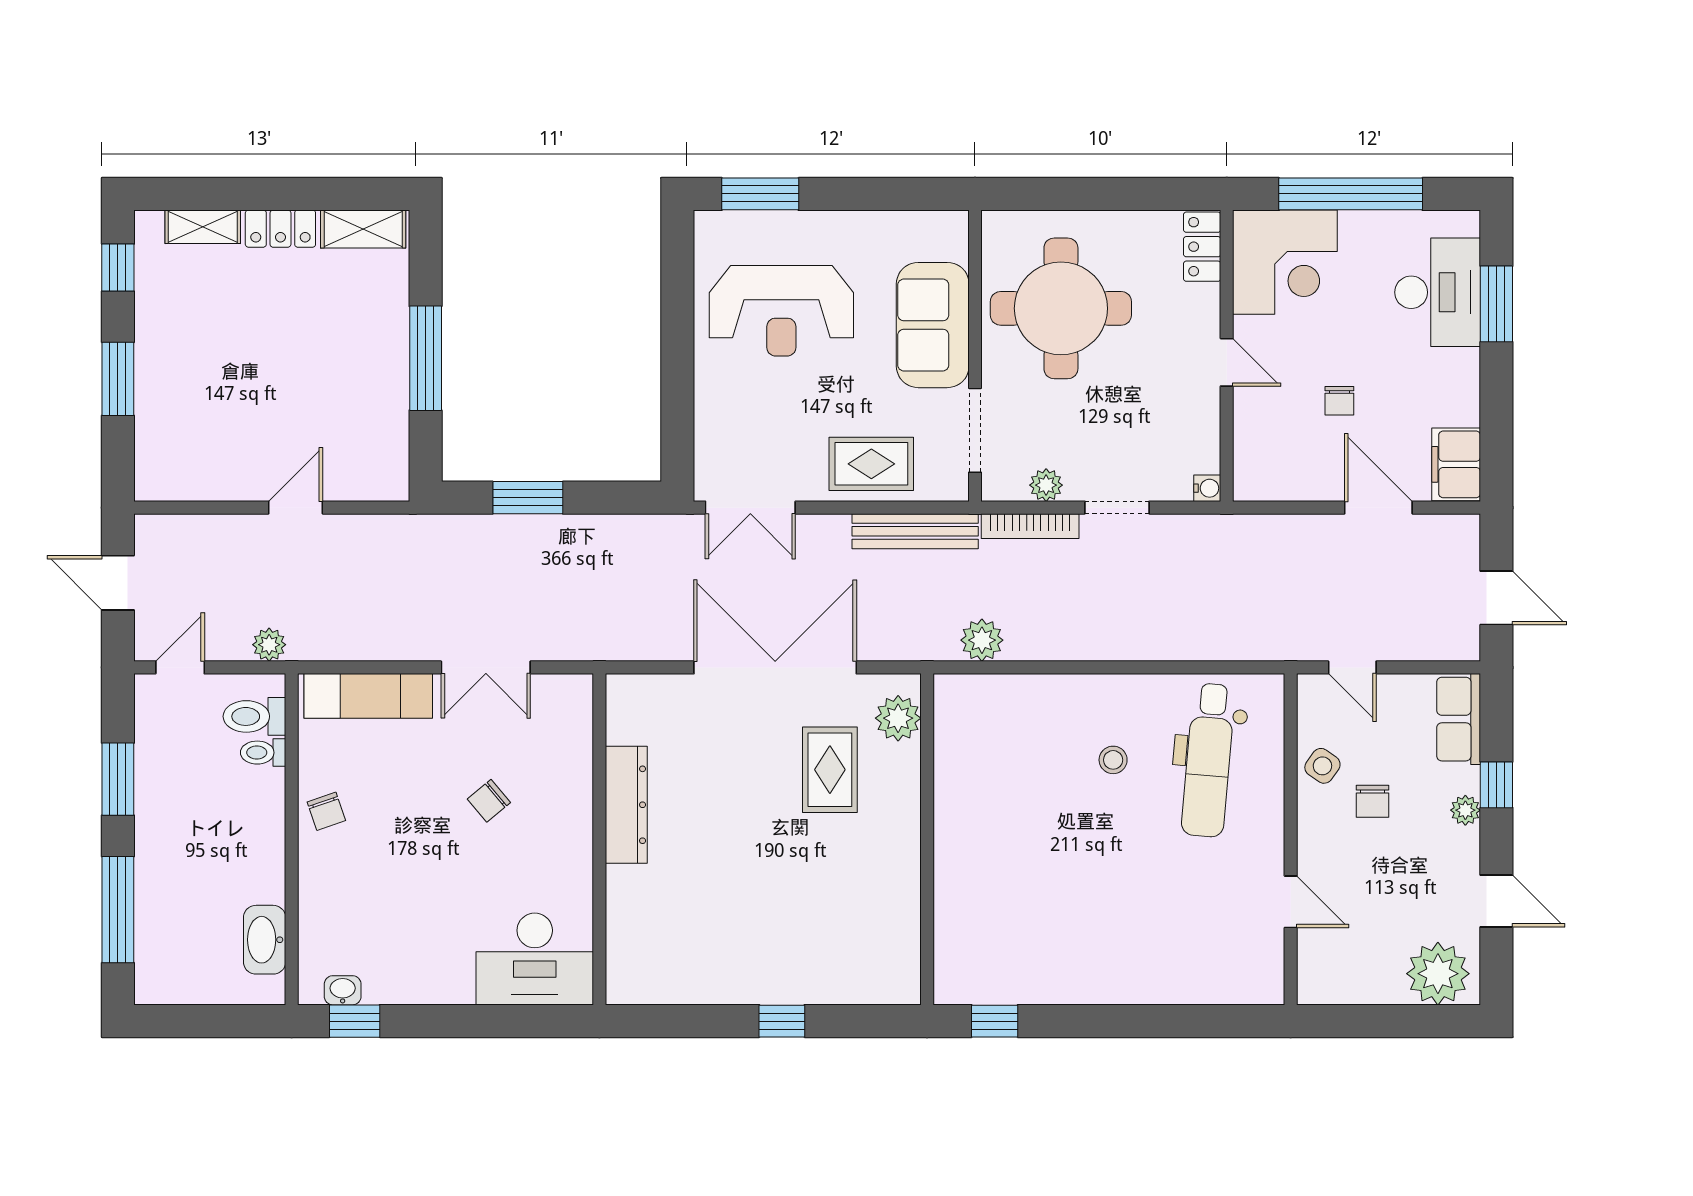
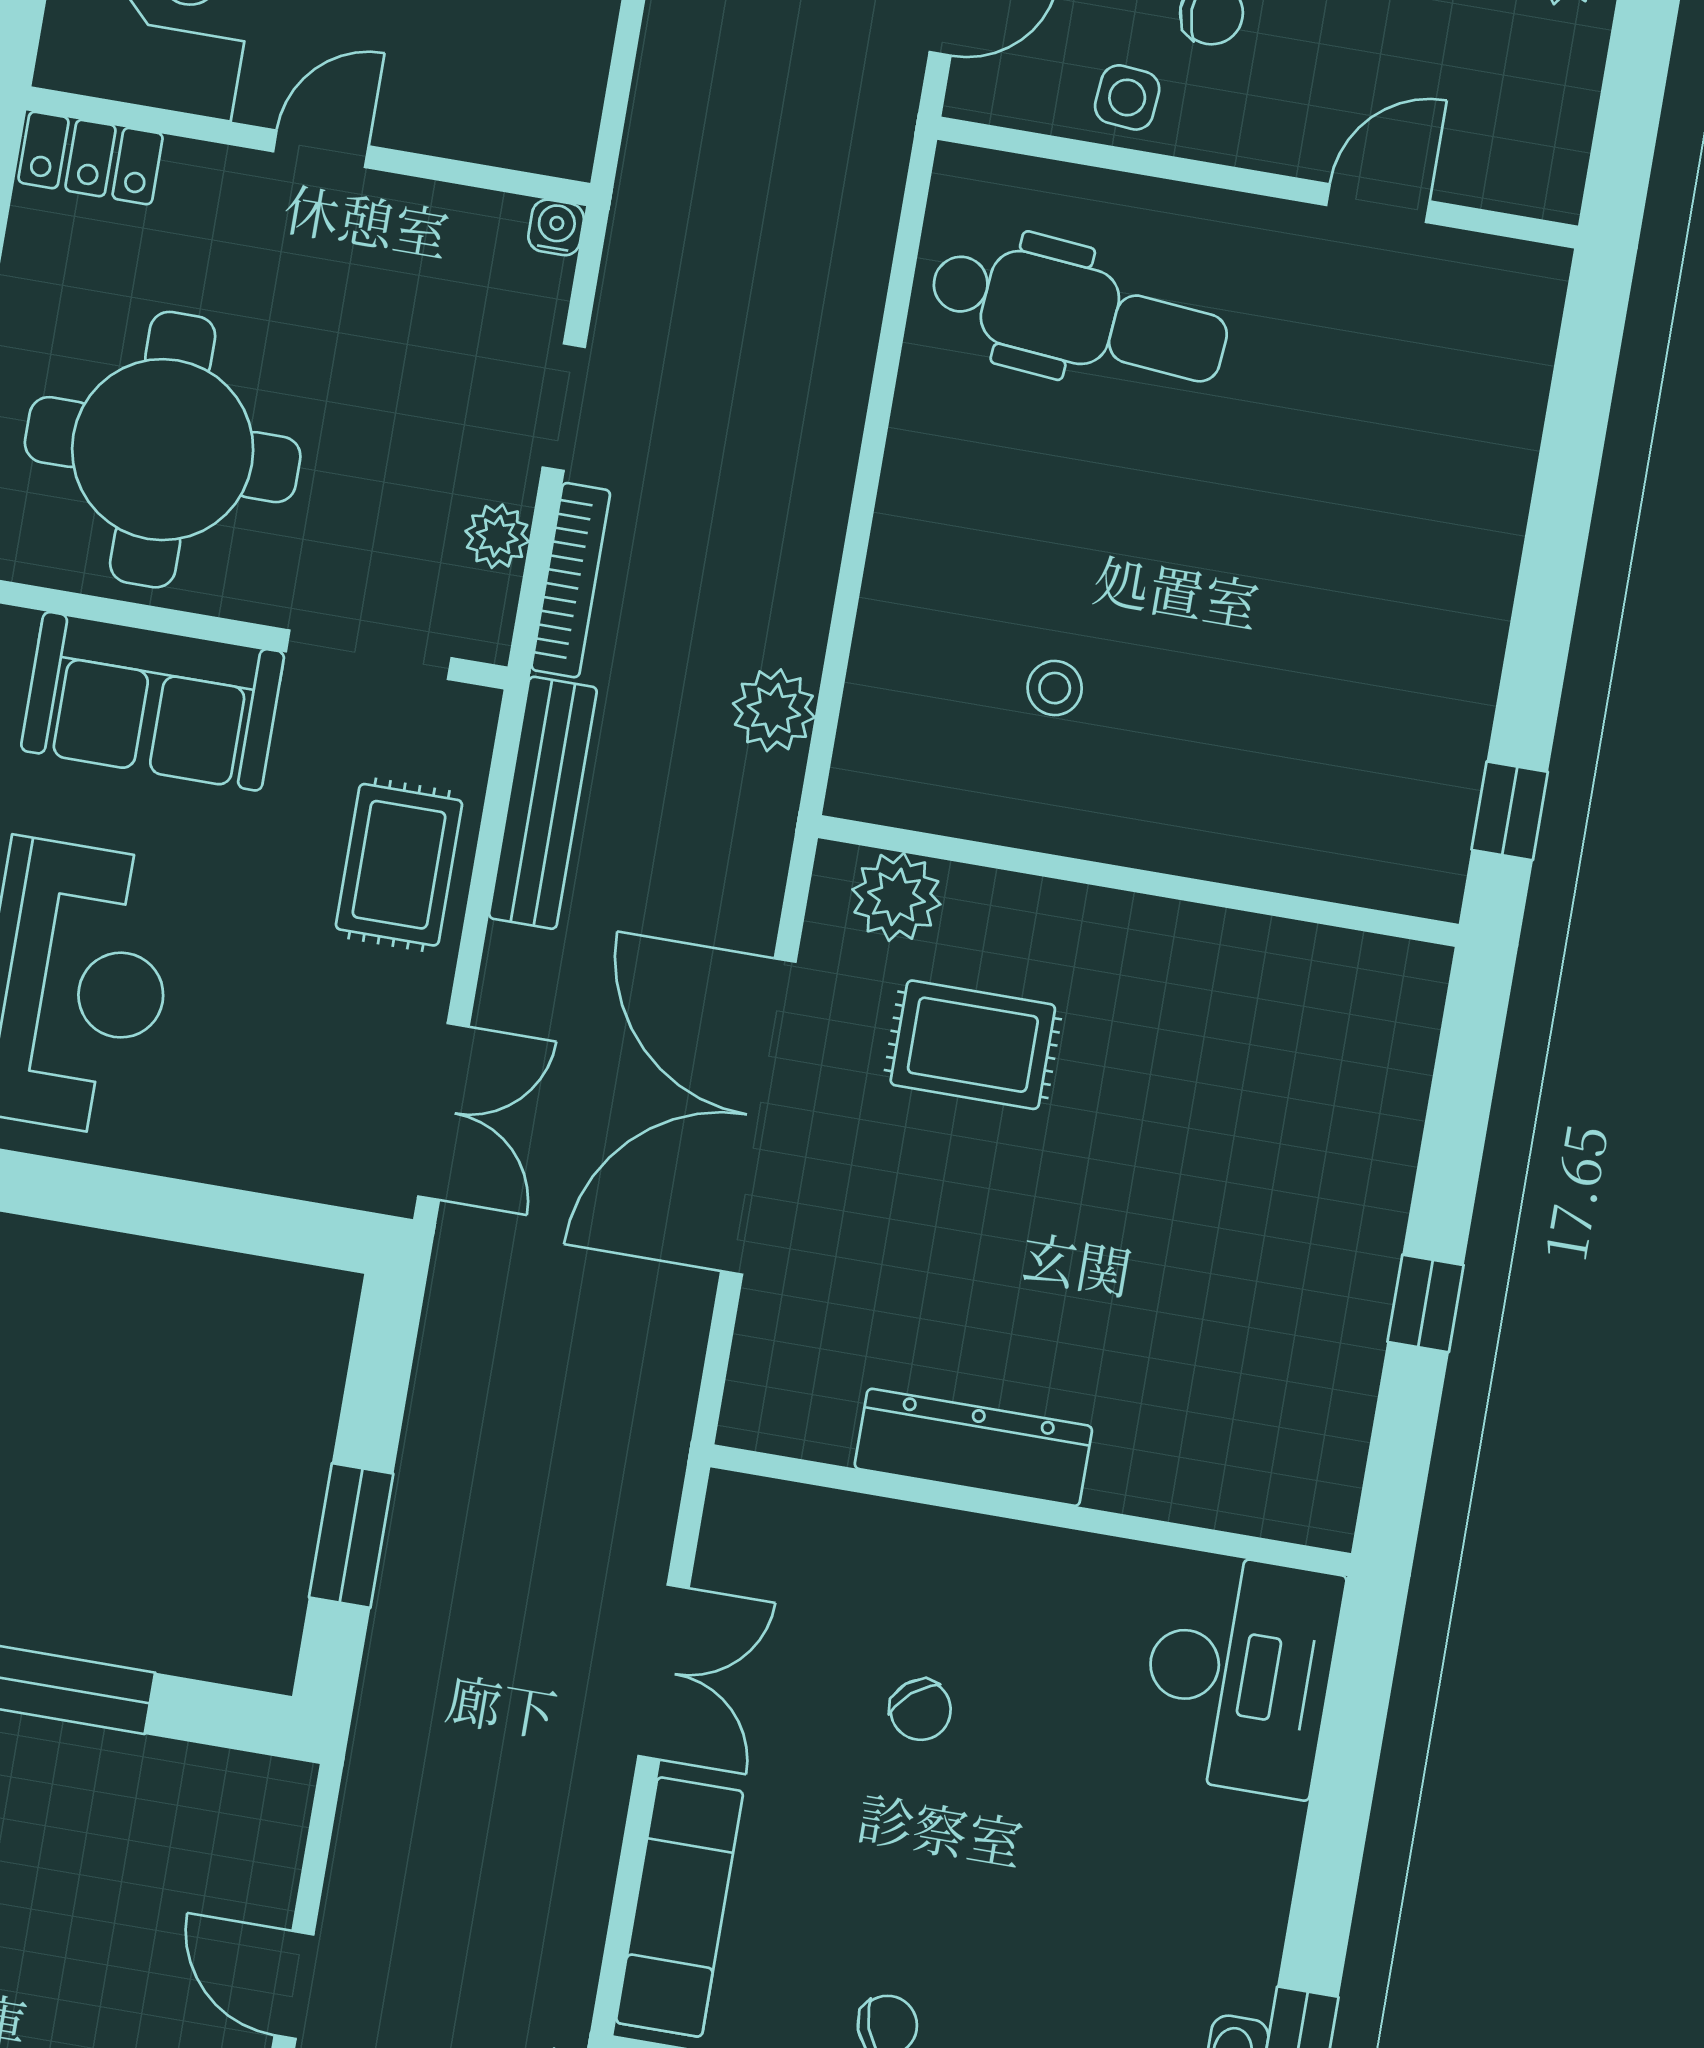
stool: (1113, 760) -> (1055, 688), moved
side table: (1322, 766) -> (1127, 97), turned -30
window: (782, 1021) -> (1426, 1303), moved

